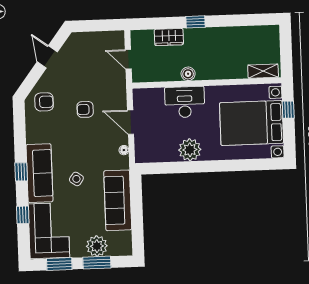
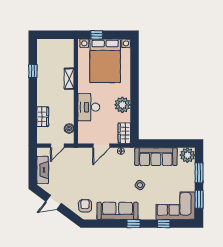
window: (196, 22) -> (33, 71), moved
fireplace: (93, 40) -> (43, 170), added
shelving: (263, 71) -> (69, 79), moved
boiler: (188, 74) -> (69, 129), moved
armchair: (85, 109) -> (91, 177), removed
wardrobe: (149, 154) -> (124, 133), added
sofa: (39, 173) -> (117, 211), moved
plant: (97, 246) -> (188, 155), moved

